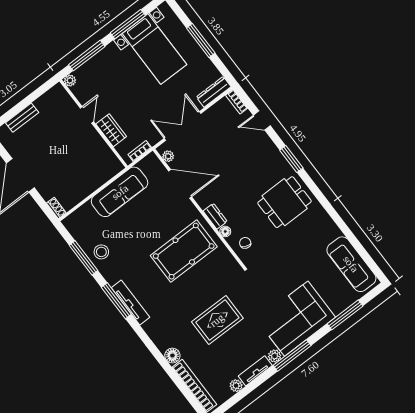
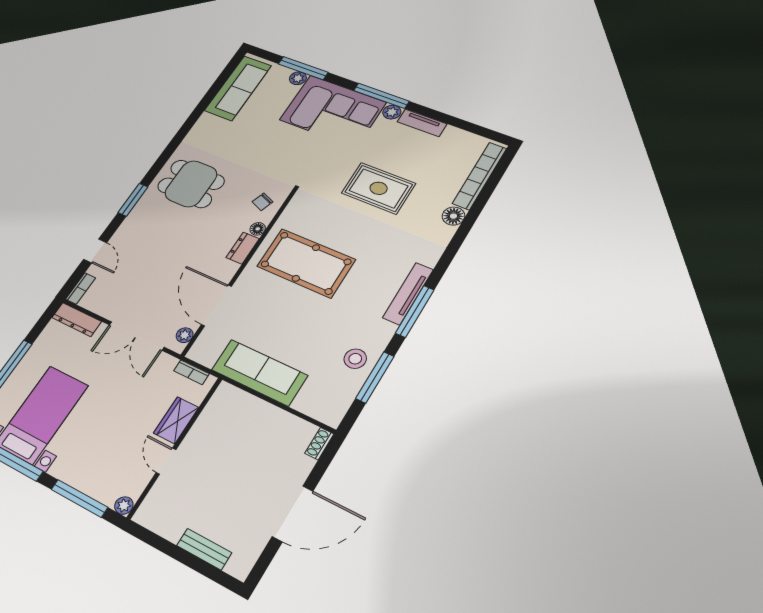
door: (87, 115) -> (166, 461), hinge flipped
plant: (236, 386) -> (298, 78), moved

